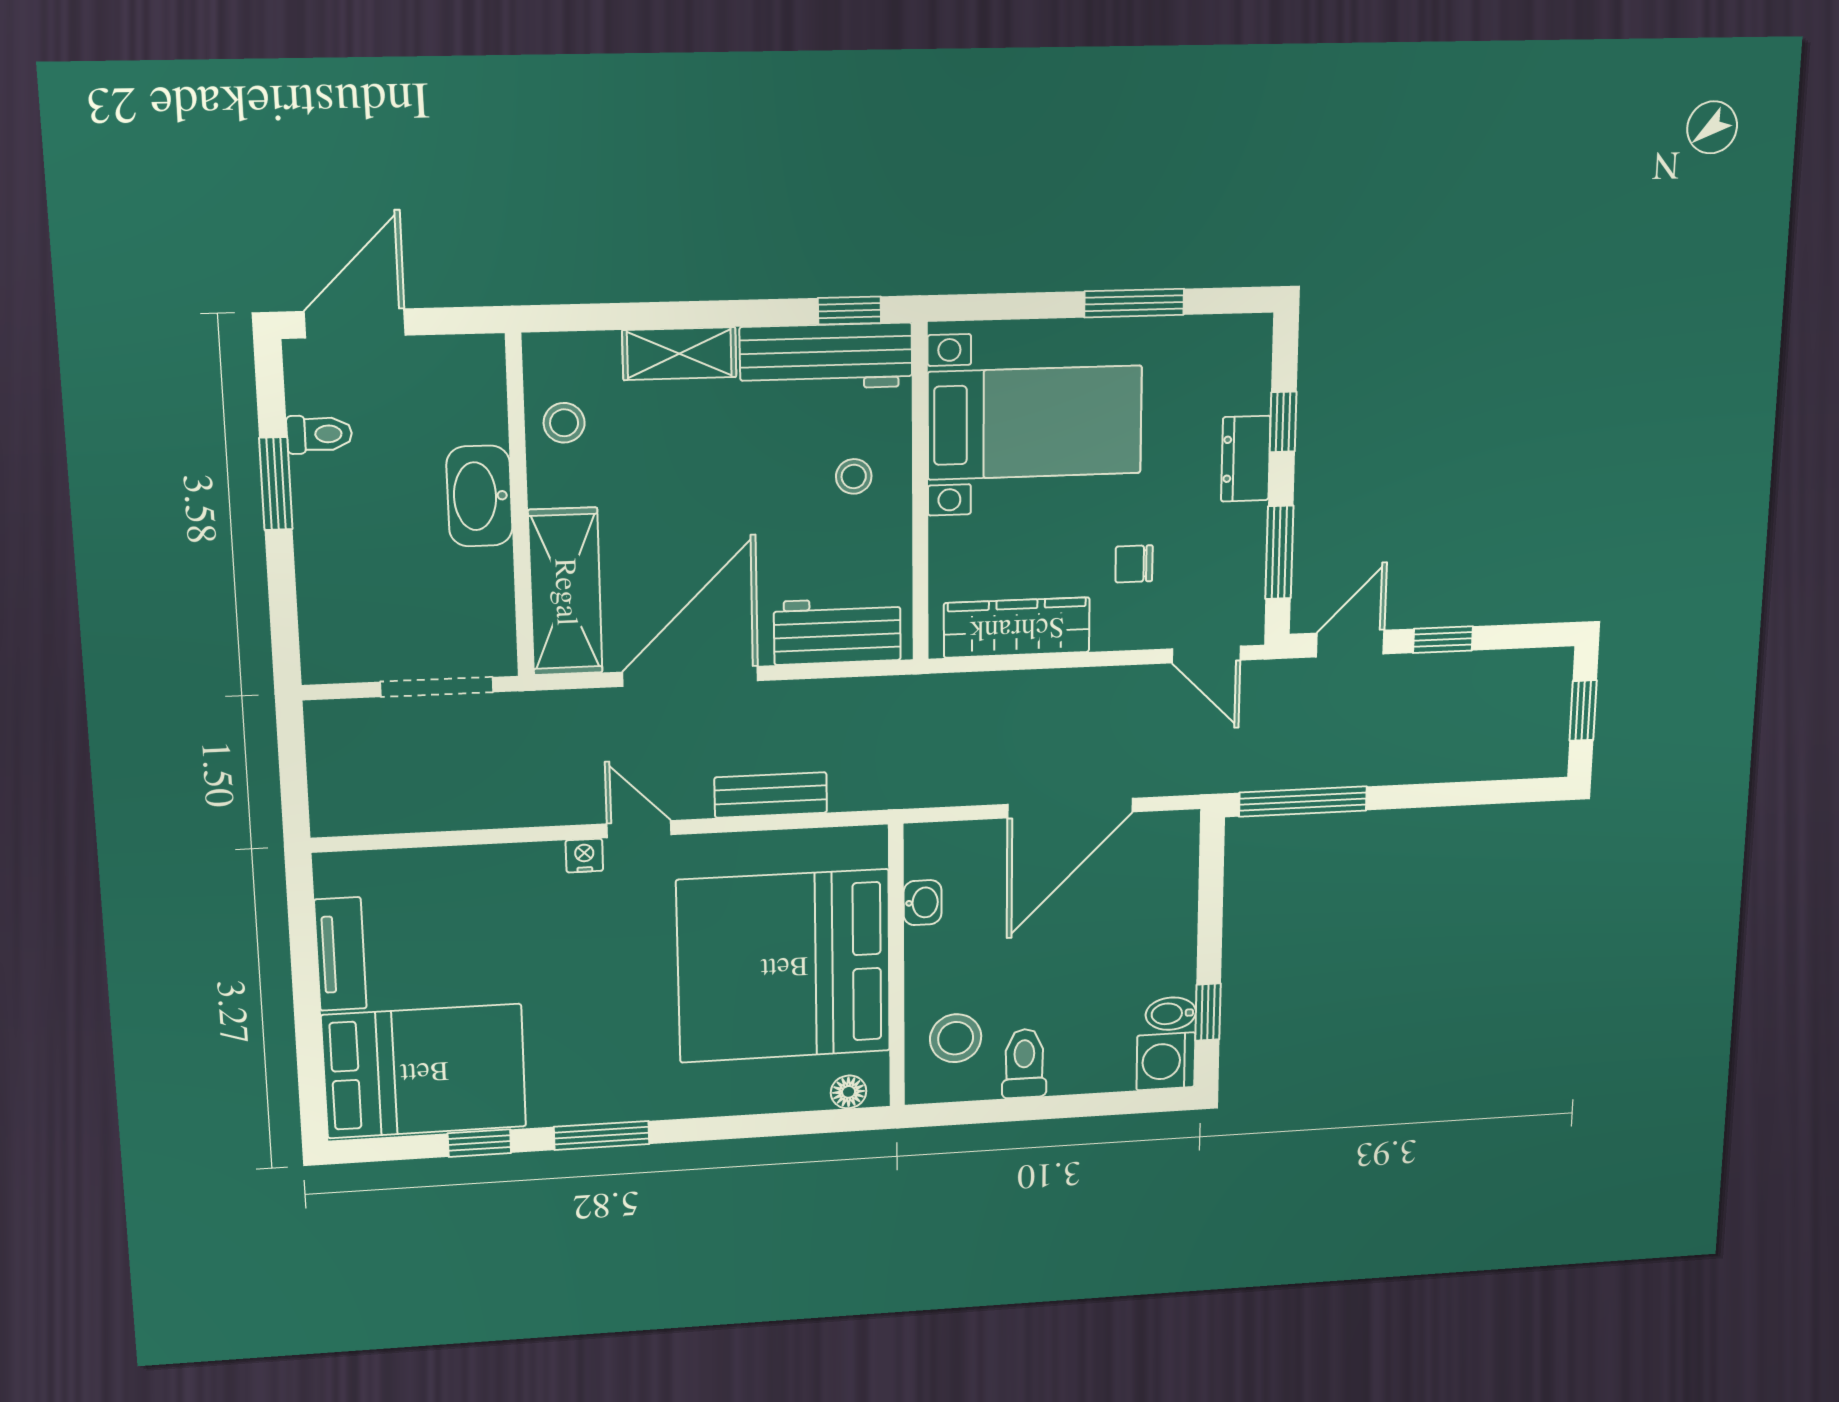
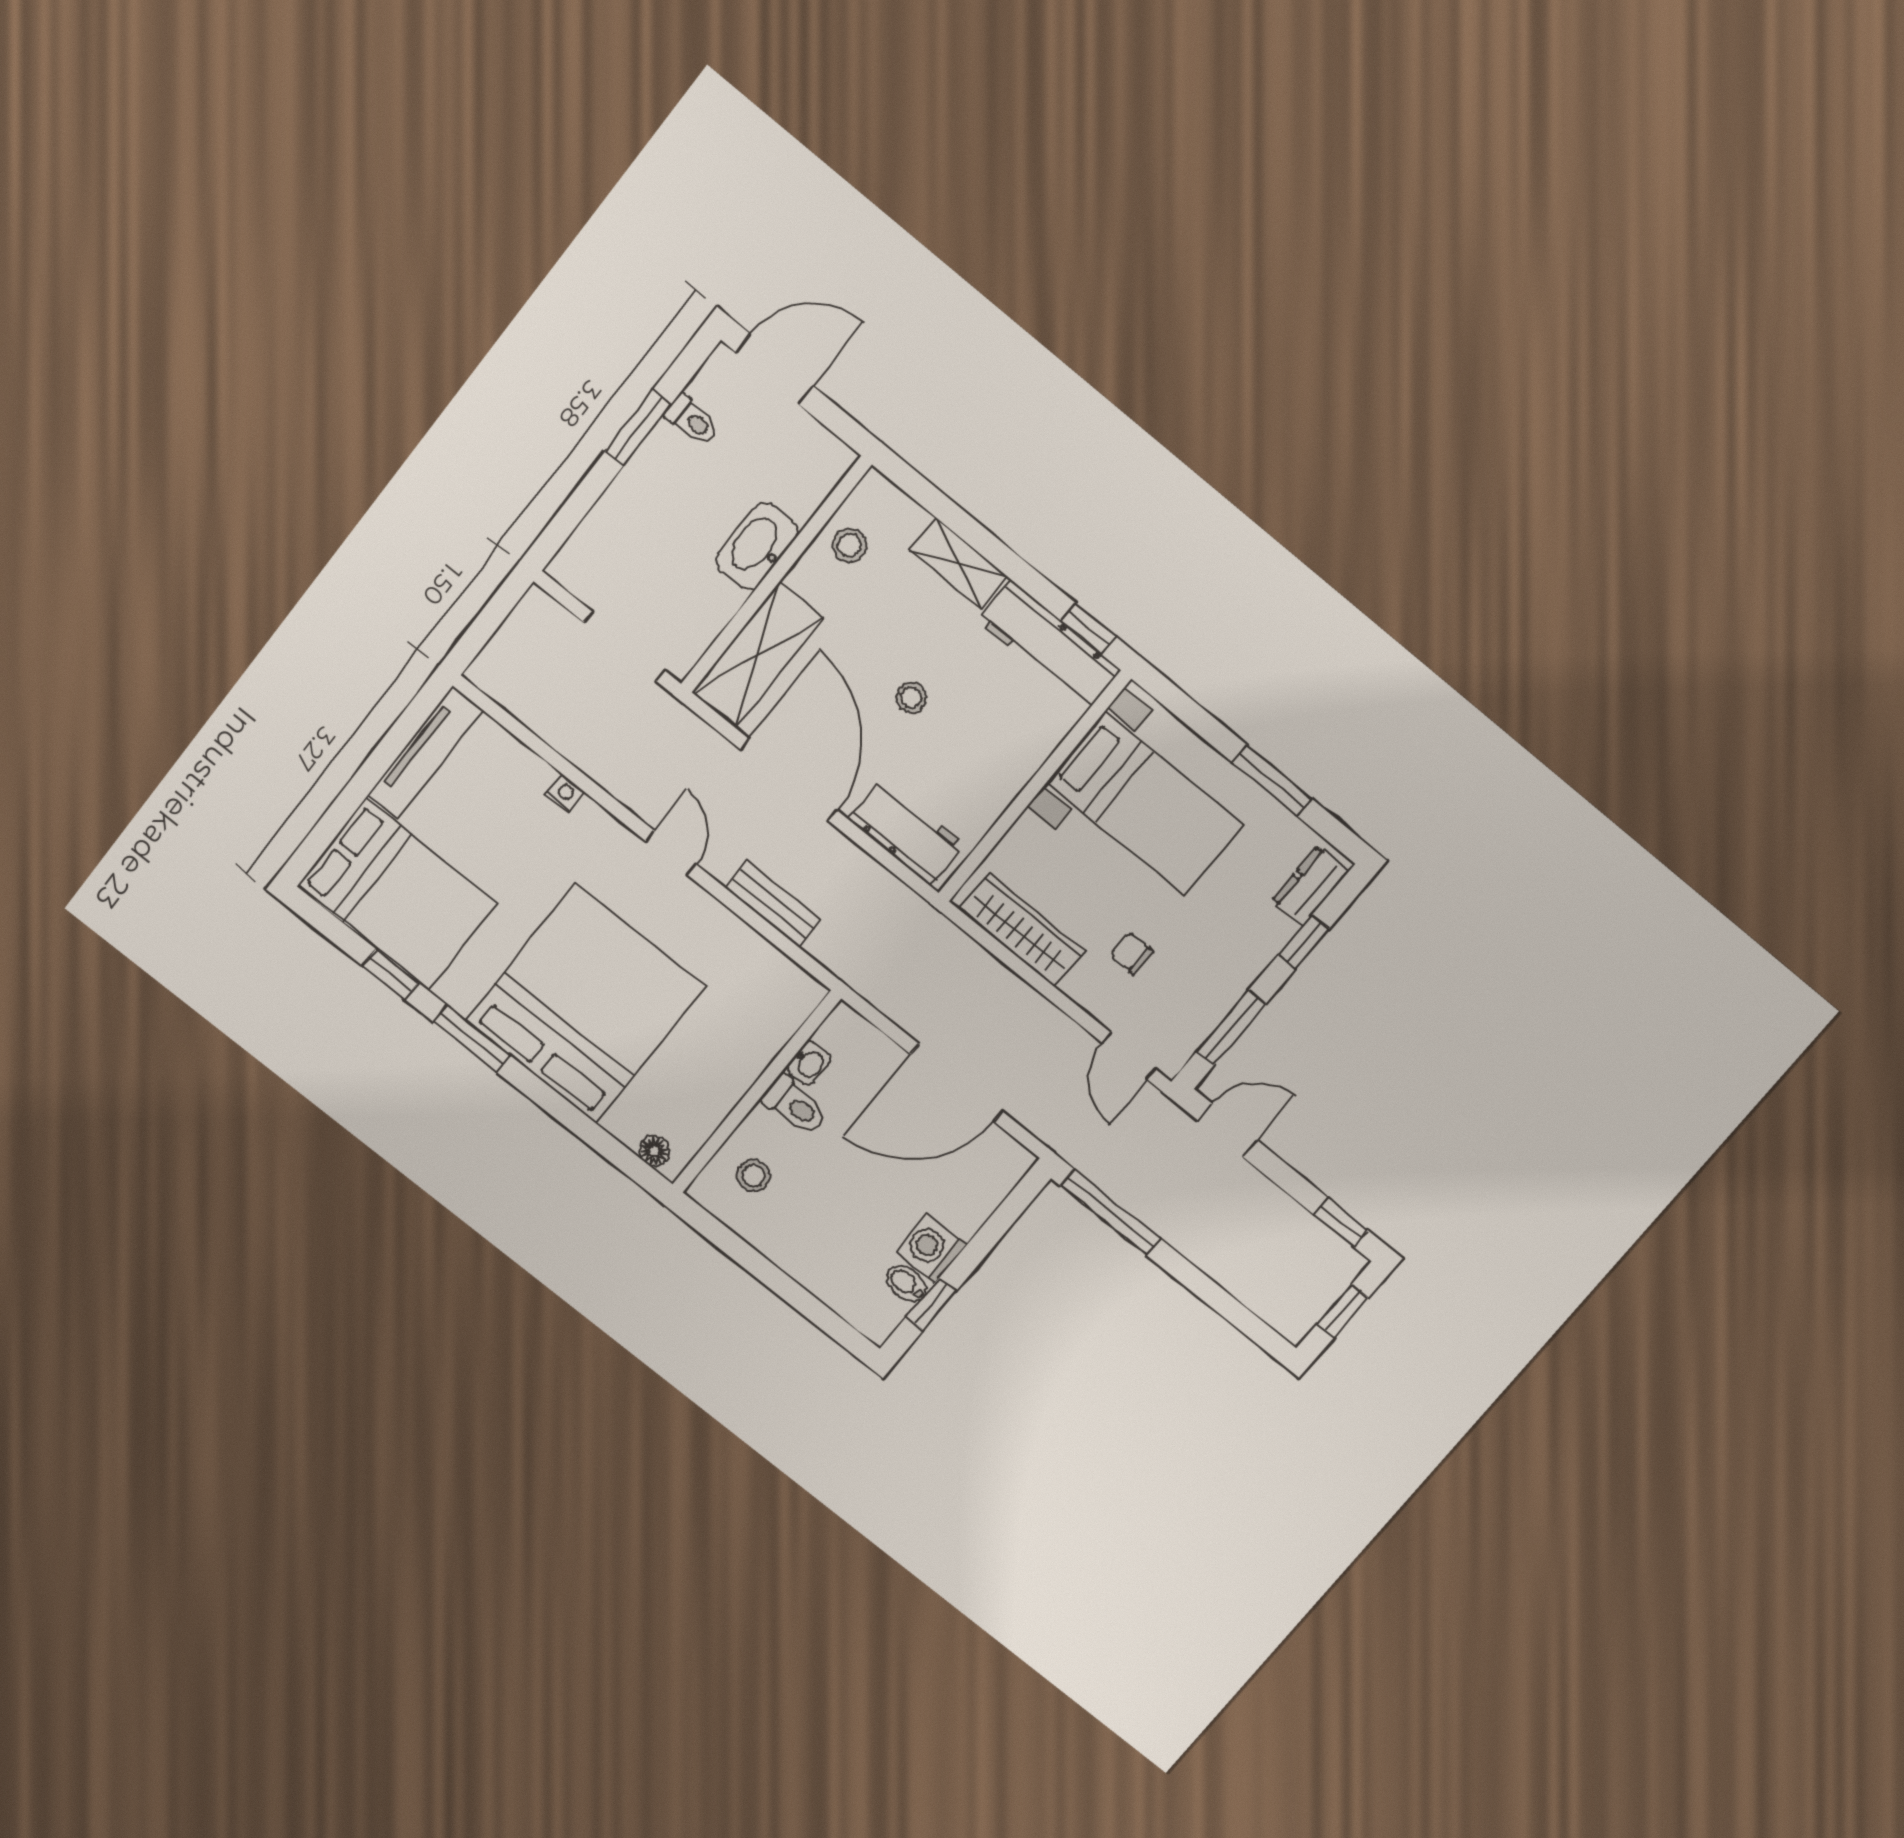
dresser: (1246, 459) -> (1310, 886), moved
stool: (854, 476) -> (911, 698), moved
window: (1443, 640) -> (1341, 1222), moved
door: (690, 676) -> (789, 780), hinge flipped
nightstand: (584, 856) -> (565, 794), moved
tv unit: (340, 954) -> (425, 753), width x1.41
bed: (784, 966) -> (586, 1004), moved, turned 90
stool: (956, 1038) -> (754, 1176), width x0.73, depth x0.73
washing machine: (1166, 1061) -> (931, 1248), moved
toilet: (1024, 1063) -> (795, 1105), moved, turned 90

